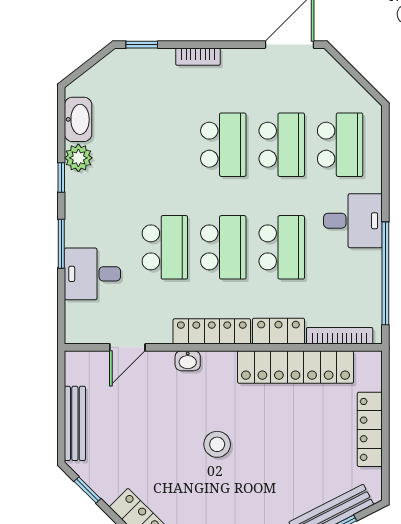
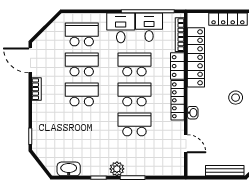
bookcase: (198, 57) -> (36, 89), moved
plant: (78, 158) -> (117, 169), moved
desk: (92, 274) -> (149, 27), moved, turned 180

